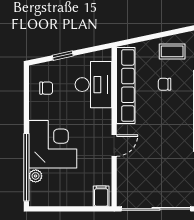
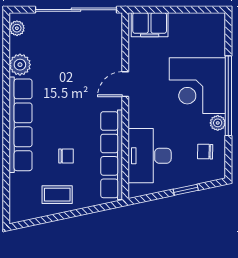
window: (26, 167) -> (228, 96), moved
plant: (36, 176) -> (218, 123), moved
filing cabinet: (101, 196) -> (150, 25), width x2.00

